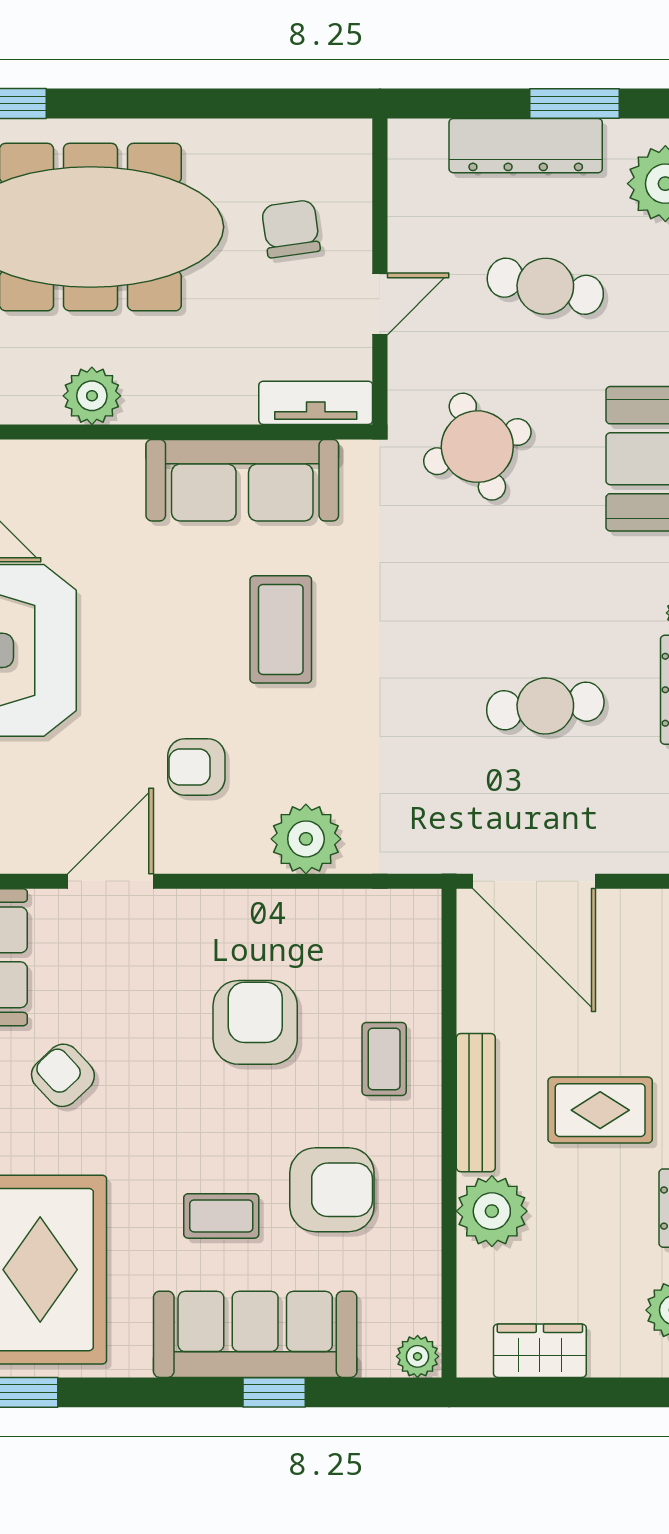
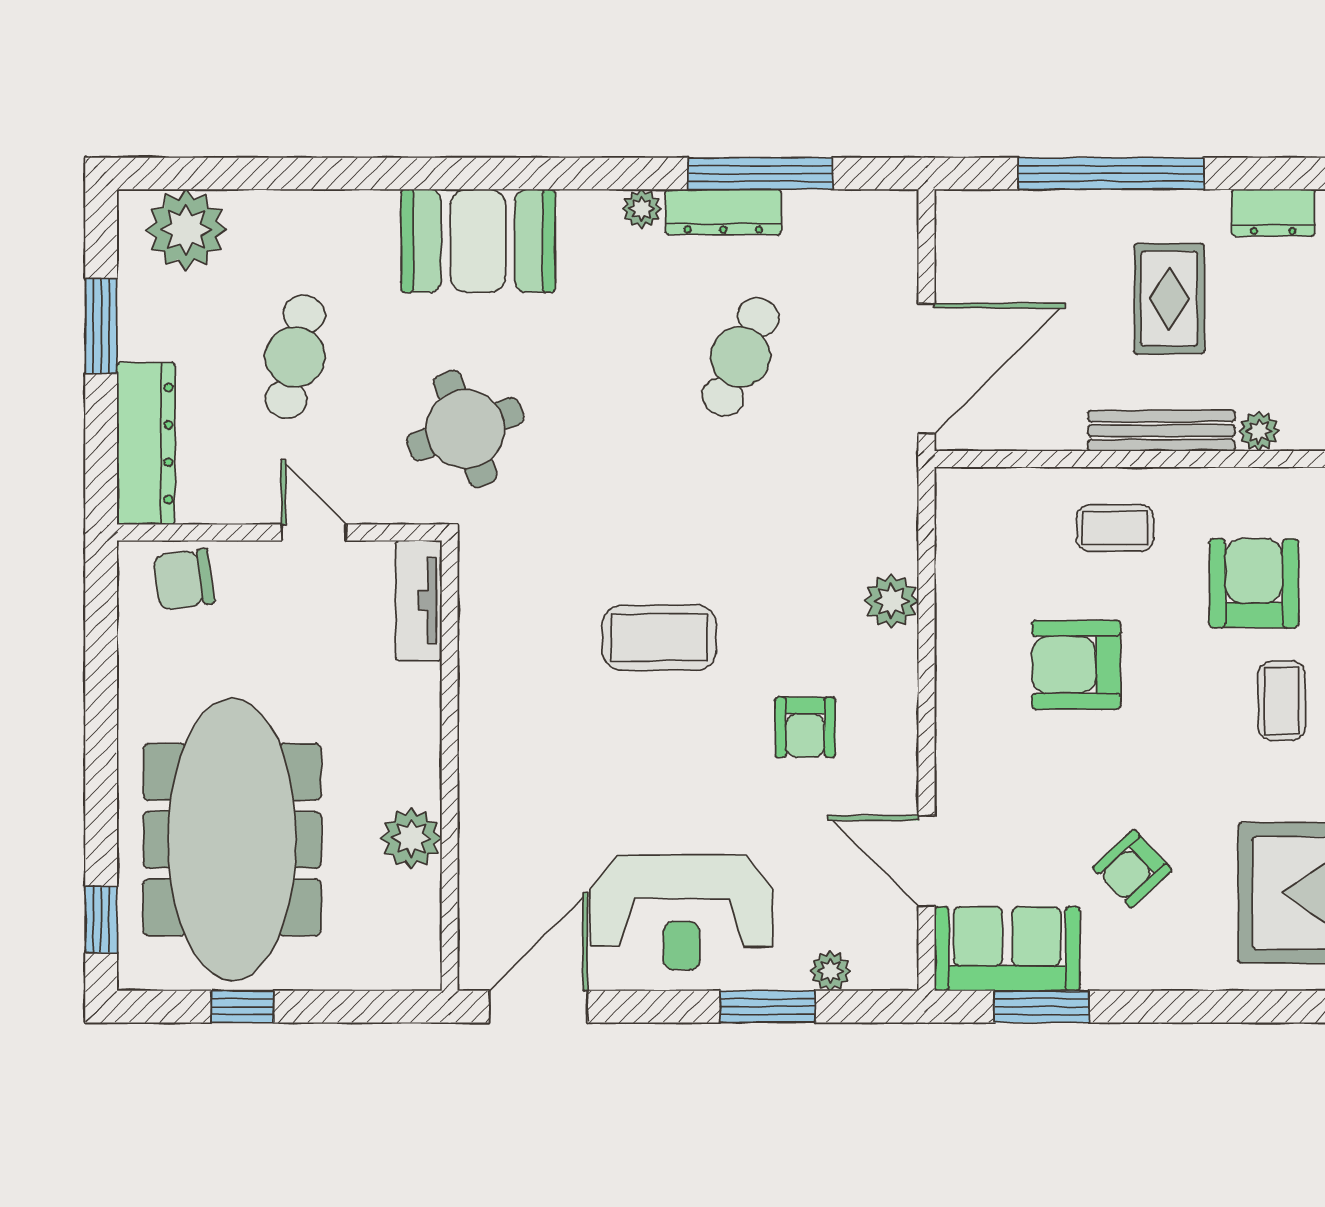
dresser: (526, 146) -> (146, 443), moved
chair: (291, 229) -> (184, 580), moved
sofa: (242, 480) -> (501, 678), removed
cafe table: (545, 706) -> (740, 357), turned 30
plant: (306, 839) -> (891, 601), width x0.73, depth x0.73
door: (110, 881) -> (926, 861), moved
plant: (492, 1211) -> (1259, 431), width x0.53, depth x0.53

